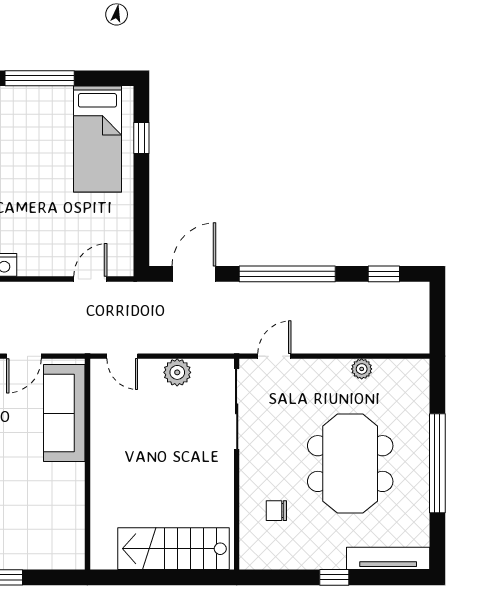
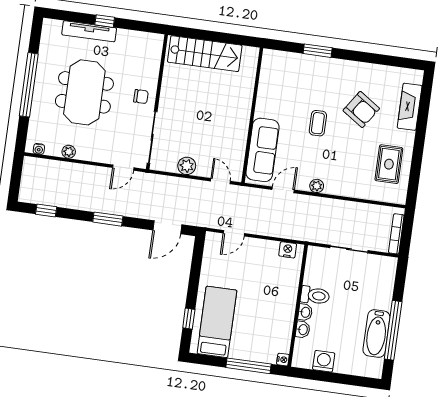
window: (287, 274) -> (108, 219), width x0.47
water cooler: (408, 367) -> (39, 149), added
chair: (276, 511) -> (141, 97), moved
tv unit: (388, 558) -> (89, 31), moved

